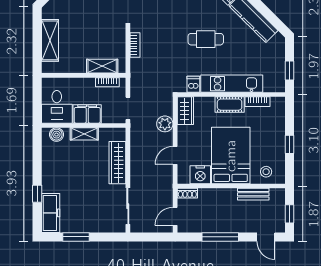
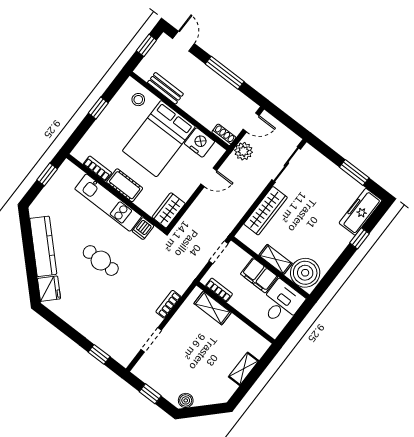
shelving: (50, 40) -> (244, 369), width x0.67, depth x0.75
plant: (165, 124) -> (244, 151), moved
boiler: (56, 135) -> (305, 273), width x1.86, depth x1.86

